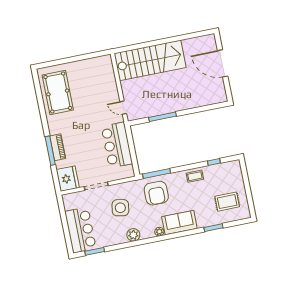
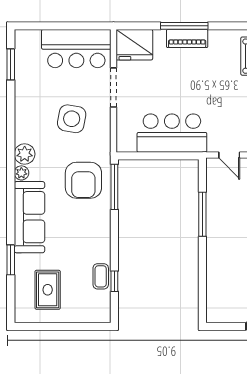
door: (123, 108) -> (229, 155), swing flipped
coffee table: (195, 176) -> (101, 276), moved
armchair: (156, 193) -> (83, 180), turned -90
sofa: (179, 223) -> (29, 217), width x1.36
bar counter: (80, 230) -> (76, 49), moved
plant: (133, 235) -> (25, 154), moved

